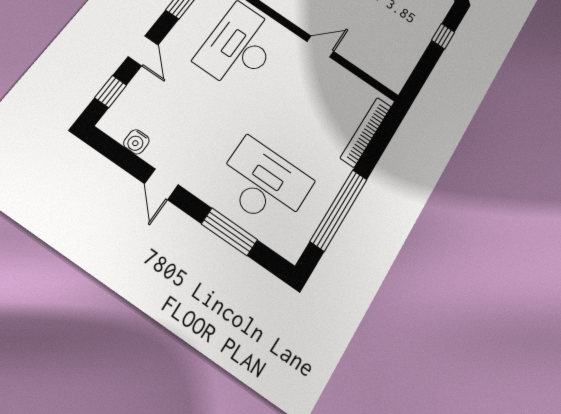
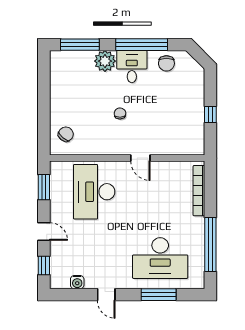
window: (443, 36) -> (210, 114), moved
door: (320, 47) -> (140, 158), swing flipped
desk: (264, 184) -> (160, 258), turned 180

